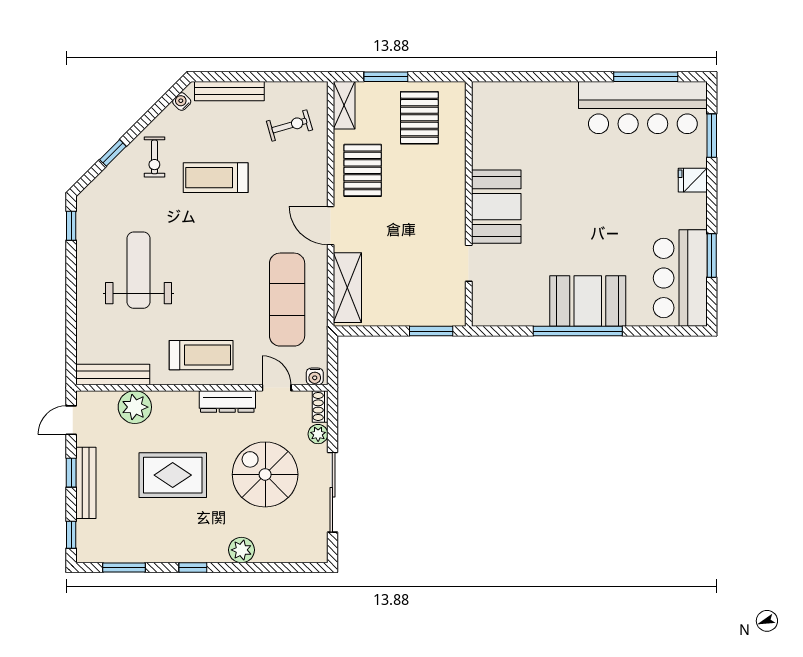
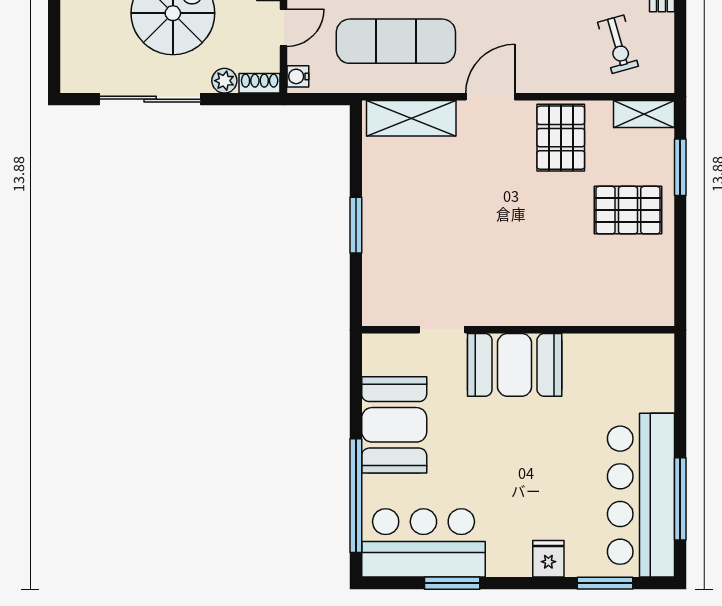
pallet: (363, 170) -> (561, 138), turned 90
wall: (469, 204) -> (518, 330), moved
booth: (496, 207) -> (515, 365), moved
doorway: (469, 263) -> (442, 330), moved
window: (578, 331) -> (356, 496), moved

